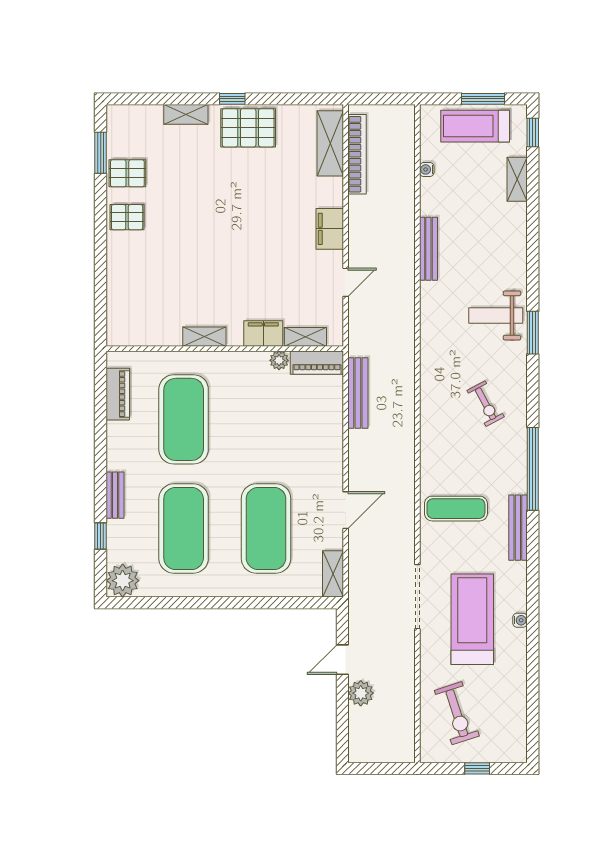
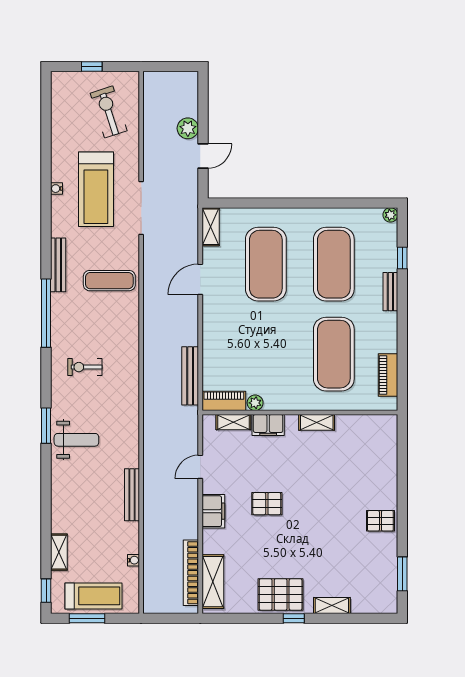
pallet: (127, 173) -> (267, 504), moved
exercise bike: (486, 404) -> (85, 367), turned -62
plant: (123, 581) -> (390, 215), width x0.53, depth x0.53

